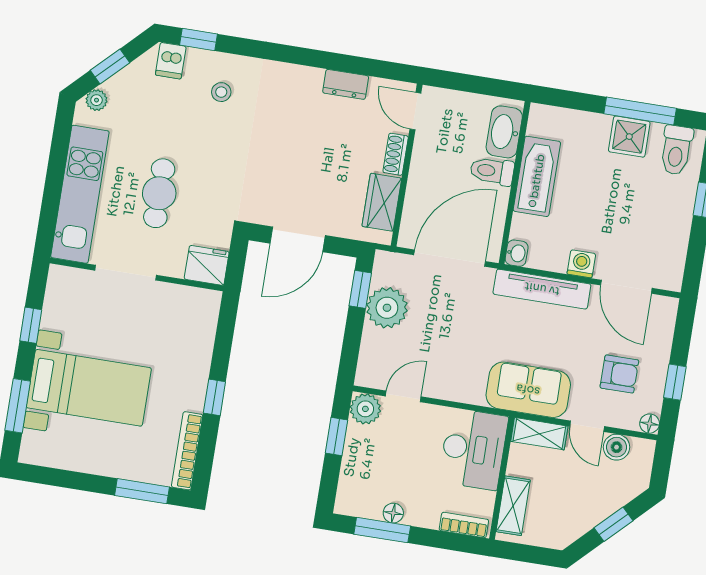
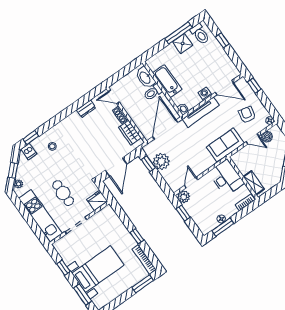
armchair: (619, 374) -> (247, 115), turned -77
window: (675, 382) -> (254, 86), moved
shelving: (539, 434) -> (241, 155), removed

